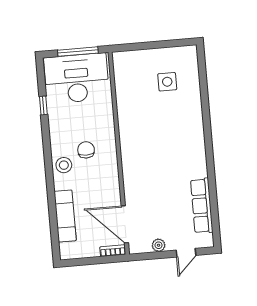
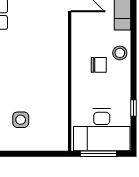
chair: (86, 150) -> (99, 65), turned -90

